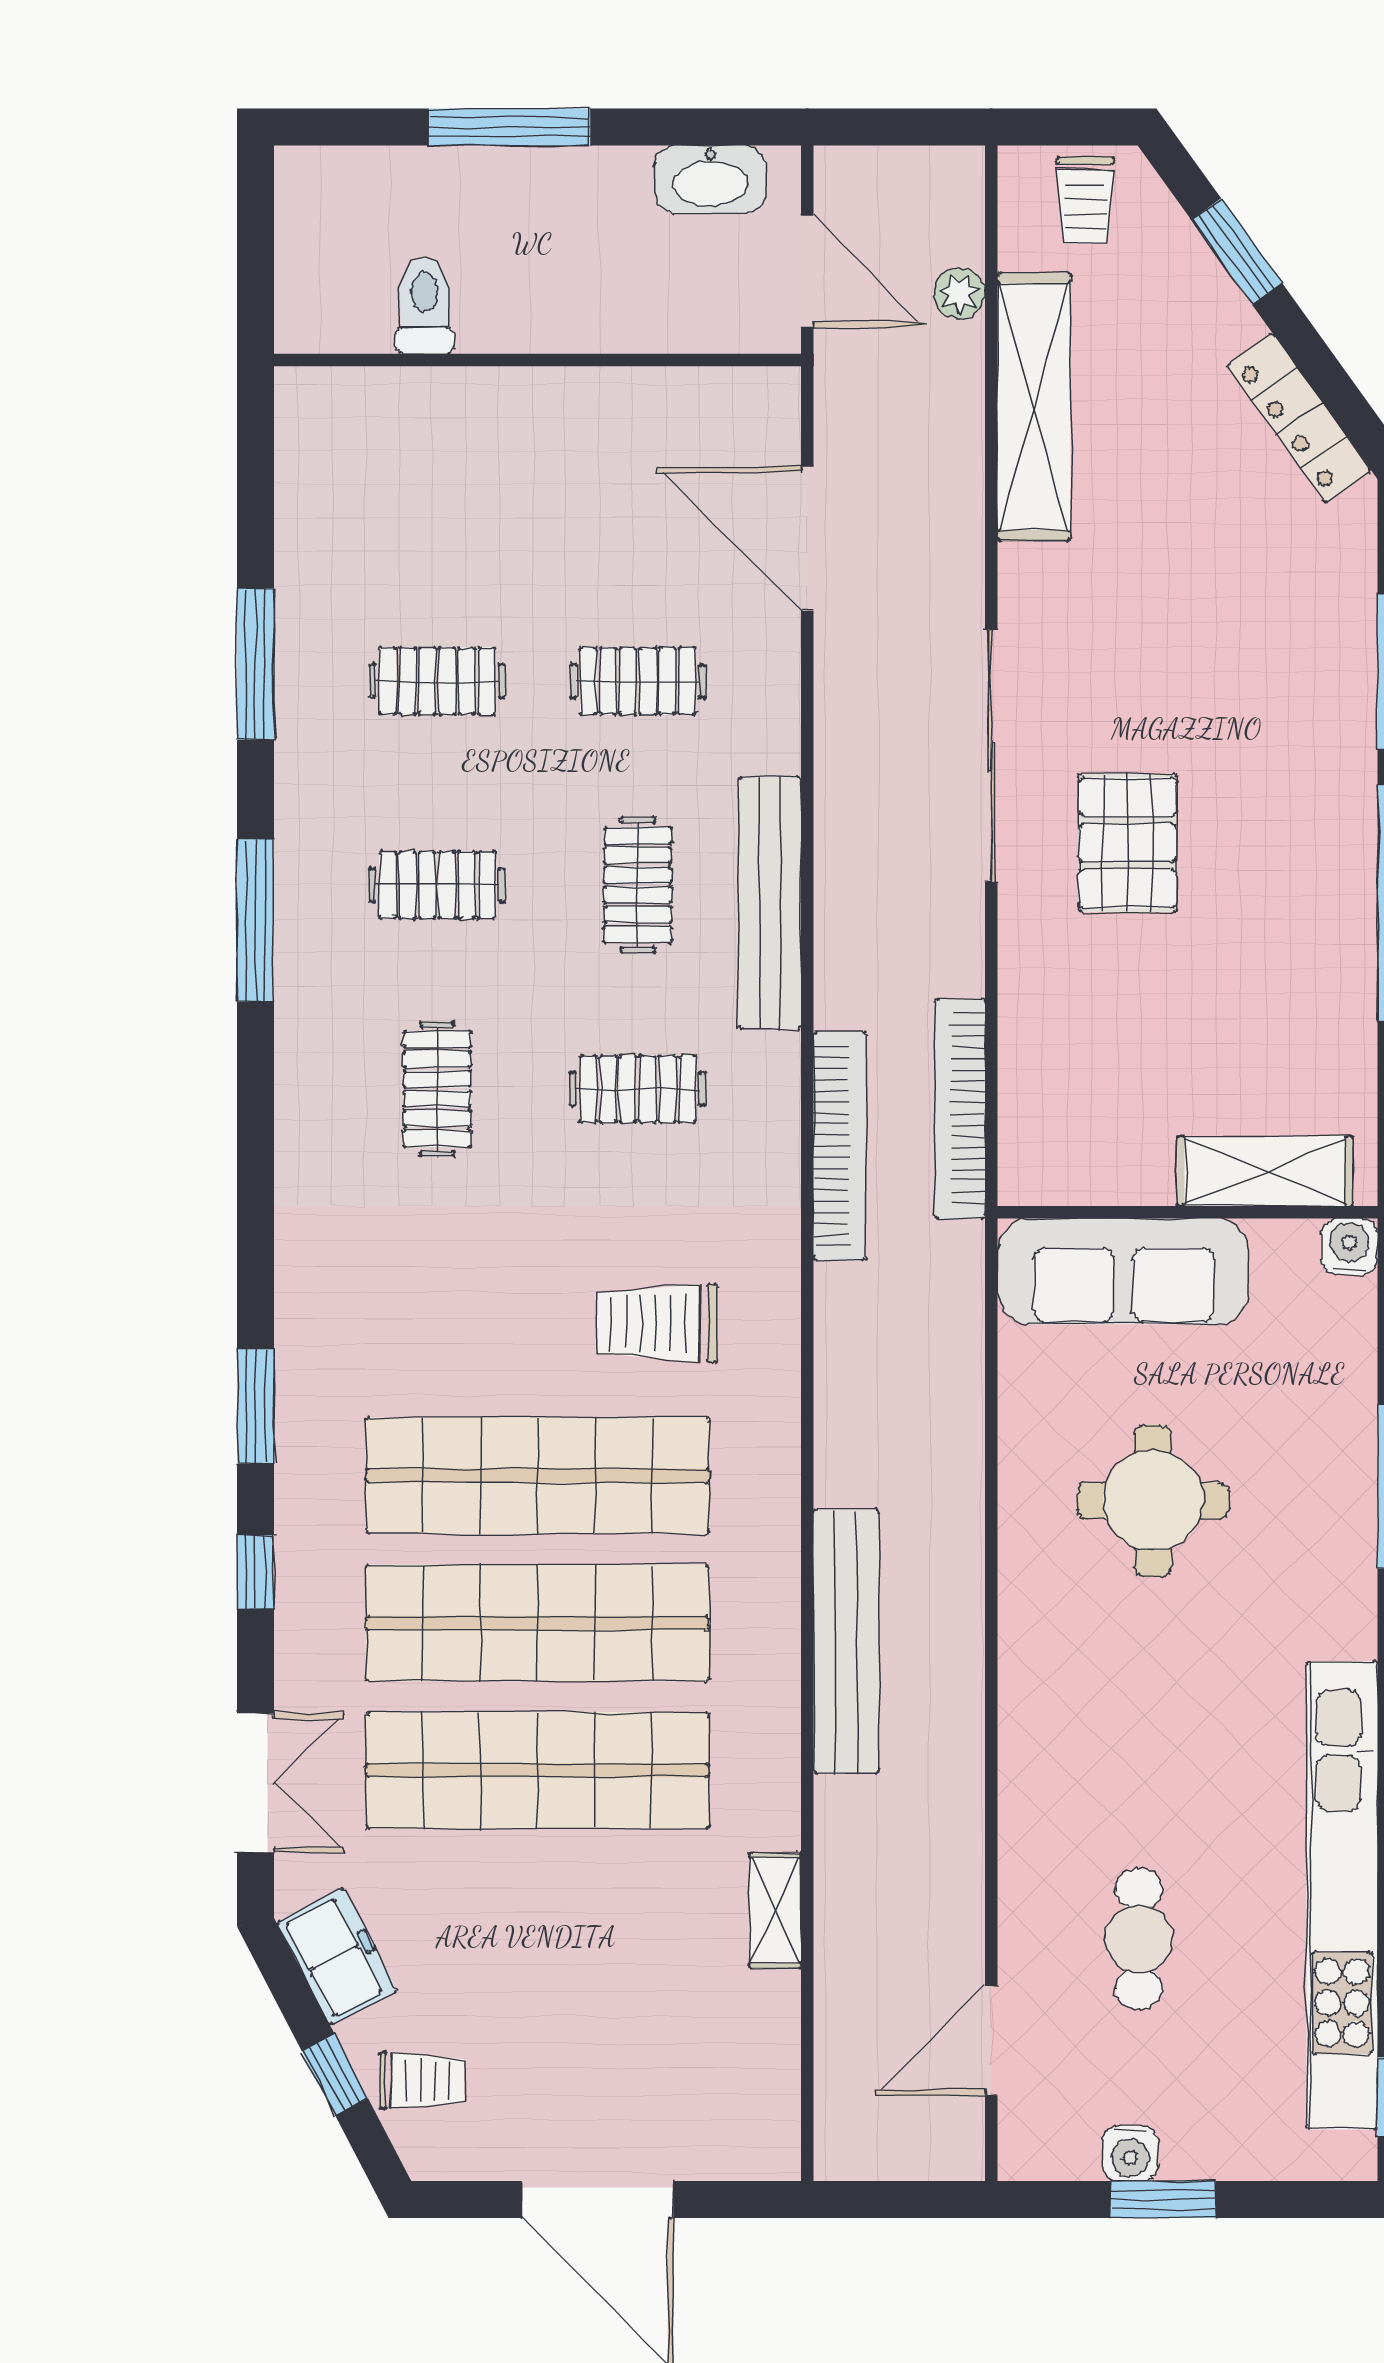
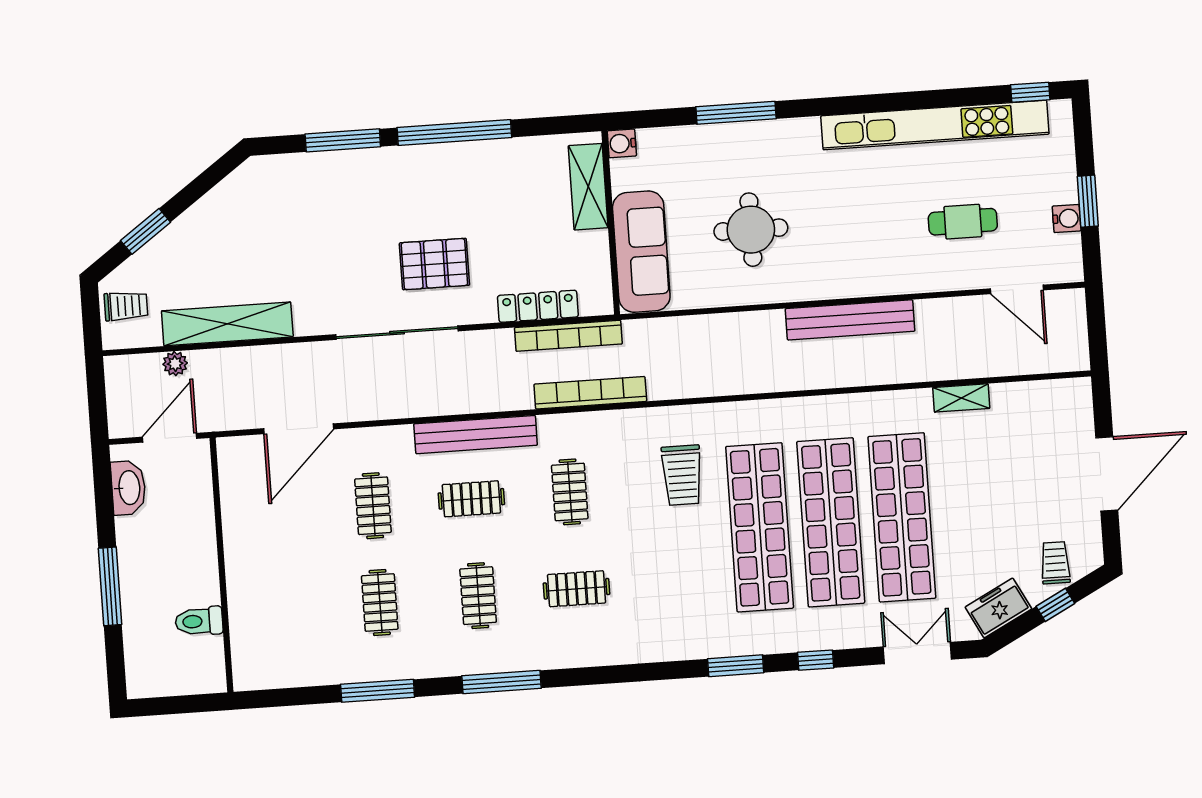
locker: (1299, 418) -> (538, 306), moved, turned -144
bench: (846, 1641) -> (850, 320), moved

